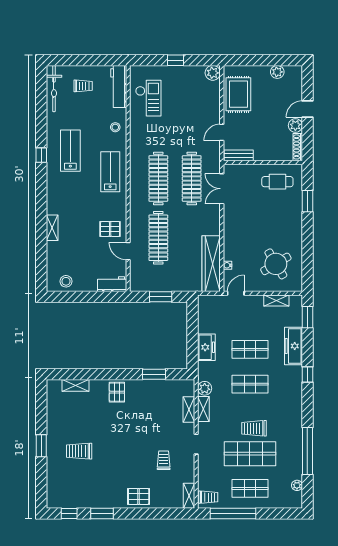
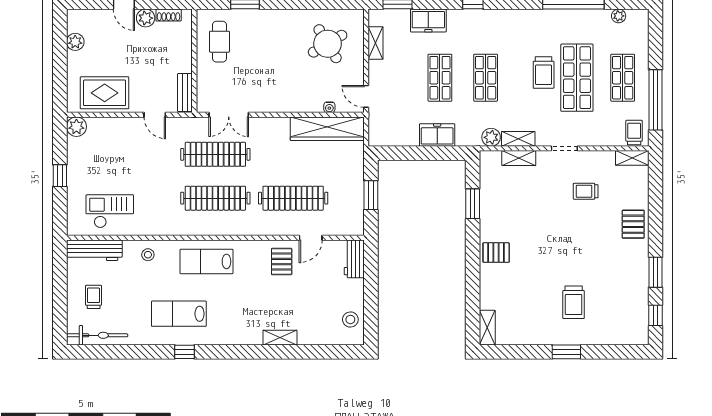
shoe rack: (298, 147) -> (169, 15), width x0.70
freezer: (293, 346) -> (428, 21), width x0.71
shelving: (76, 385) -> (487, 328), moved

